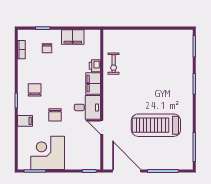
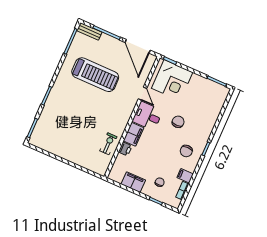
filing cabinet: (25, 121) -> (185, 176), moved
corner desk: (48, 153) -> (172, 80), moved
bench: (180, 165) -> (89, 31), added

